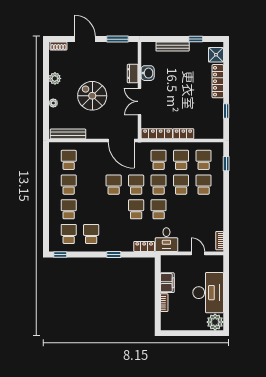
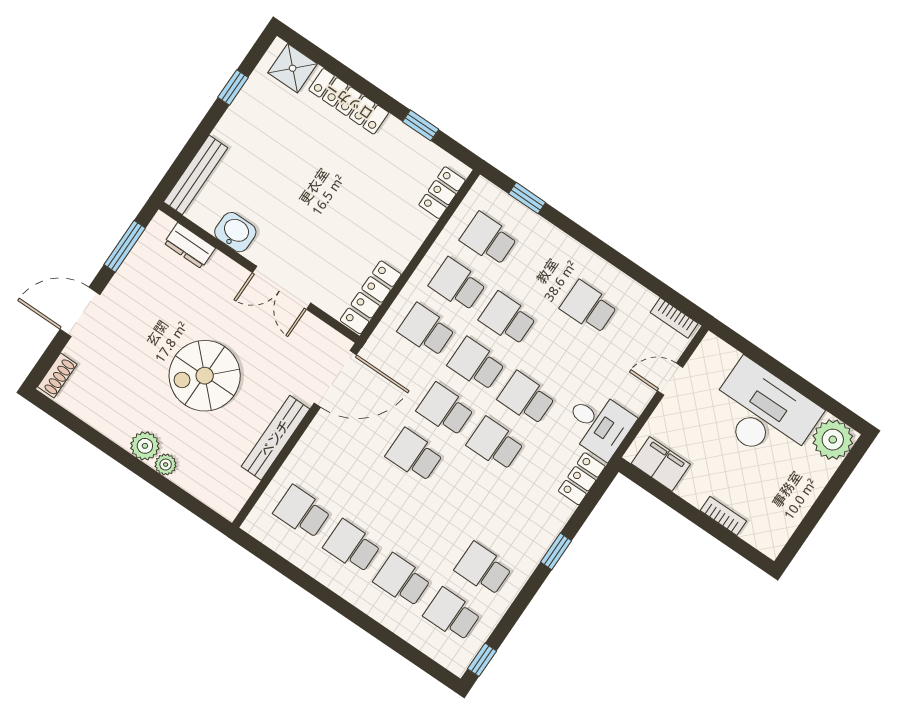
bench: (173, 47) -> (196, 175), moved
dresser: (133, 74) -> (190, 246), moved
plant: (55, 78) -> (145, 446), moved
bench: (68, 134) -> (275, 438), moved
locker: (183, 134) -> (442, 193), moved
school desk: (204, 185) -> (588, 307), moved
filing cabinet: (167, 283) -> (661, 464), moved

